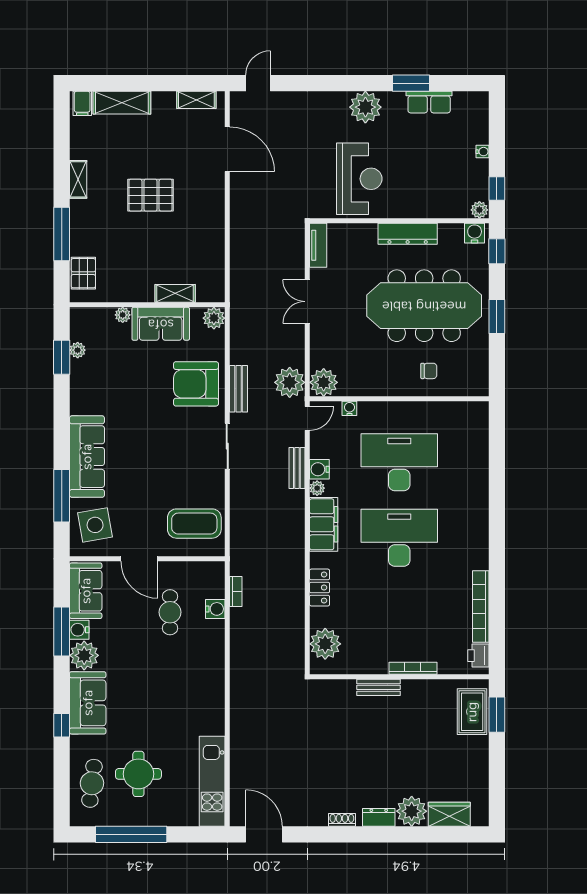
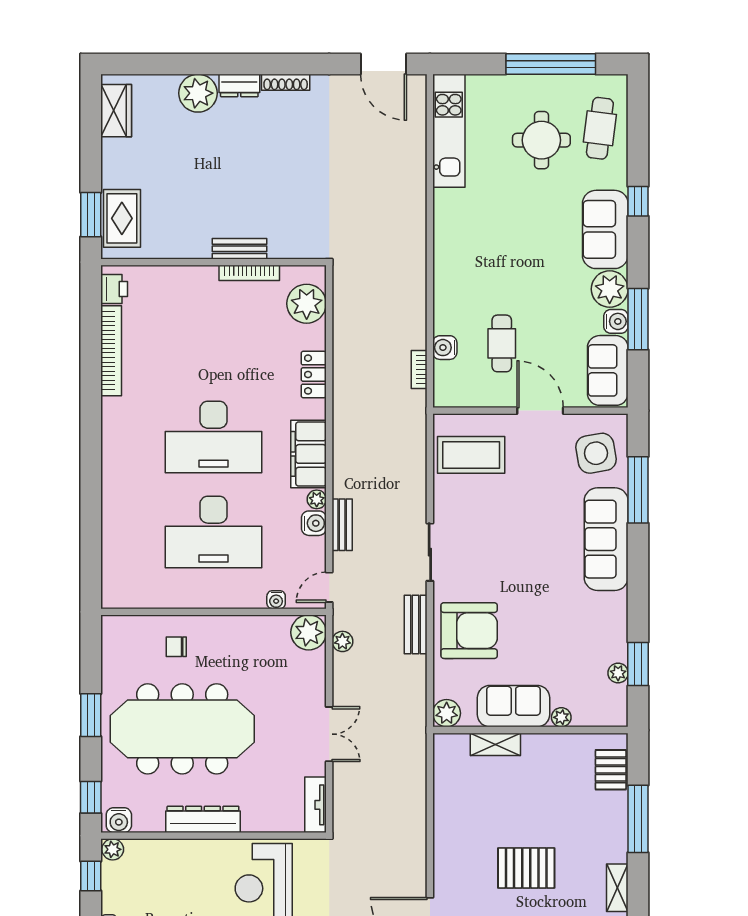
plant: (290, 382) -> (342, 641), width x0.53, depth x0.53
bookcase: (413, 668) -> (249, 273), moved
wardrobe: (449, 814) -> (116, 111), moved, turned -90
shoe rack: (342, 820) -> (286, 82), width x1.43

